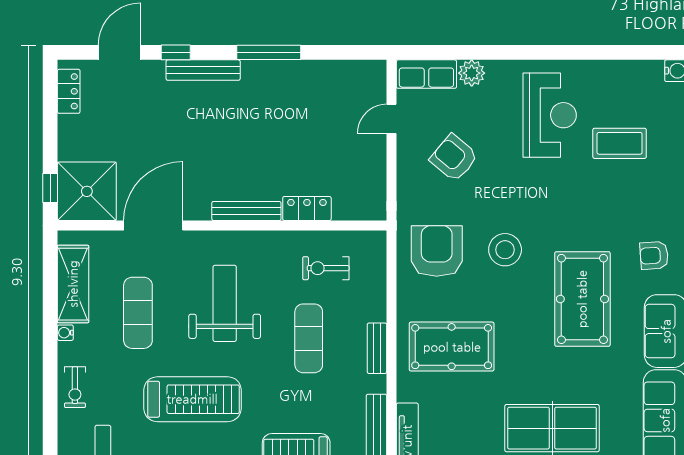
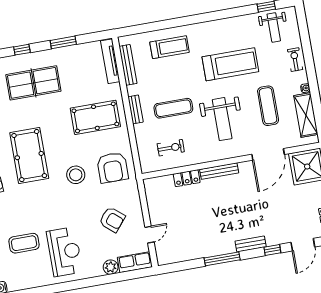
bench: (203, 70) -> (251, 244), width x0.73
reception desk: (550, 115) -> (64, 252), turned 180
exercise mat: (309, 338) -> (173, 108), turned 90
treadmill: (192, 399) -> (230, 64), turned 180

